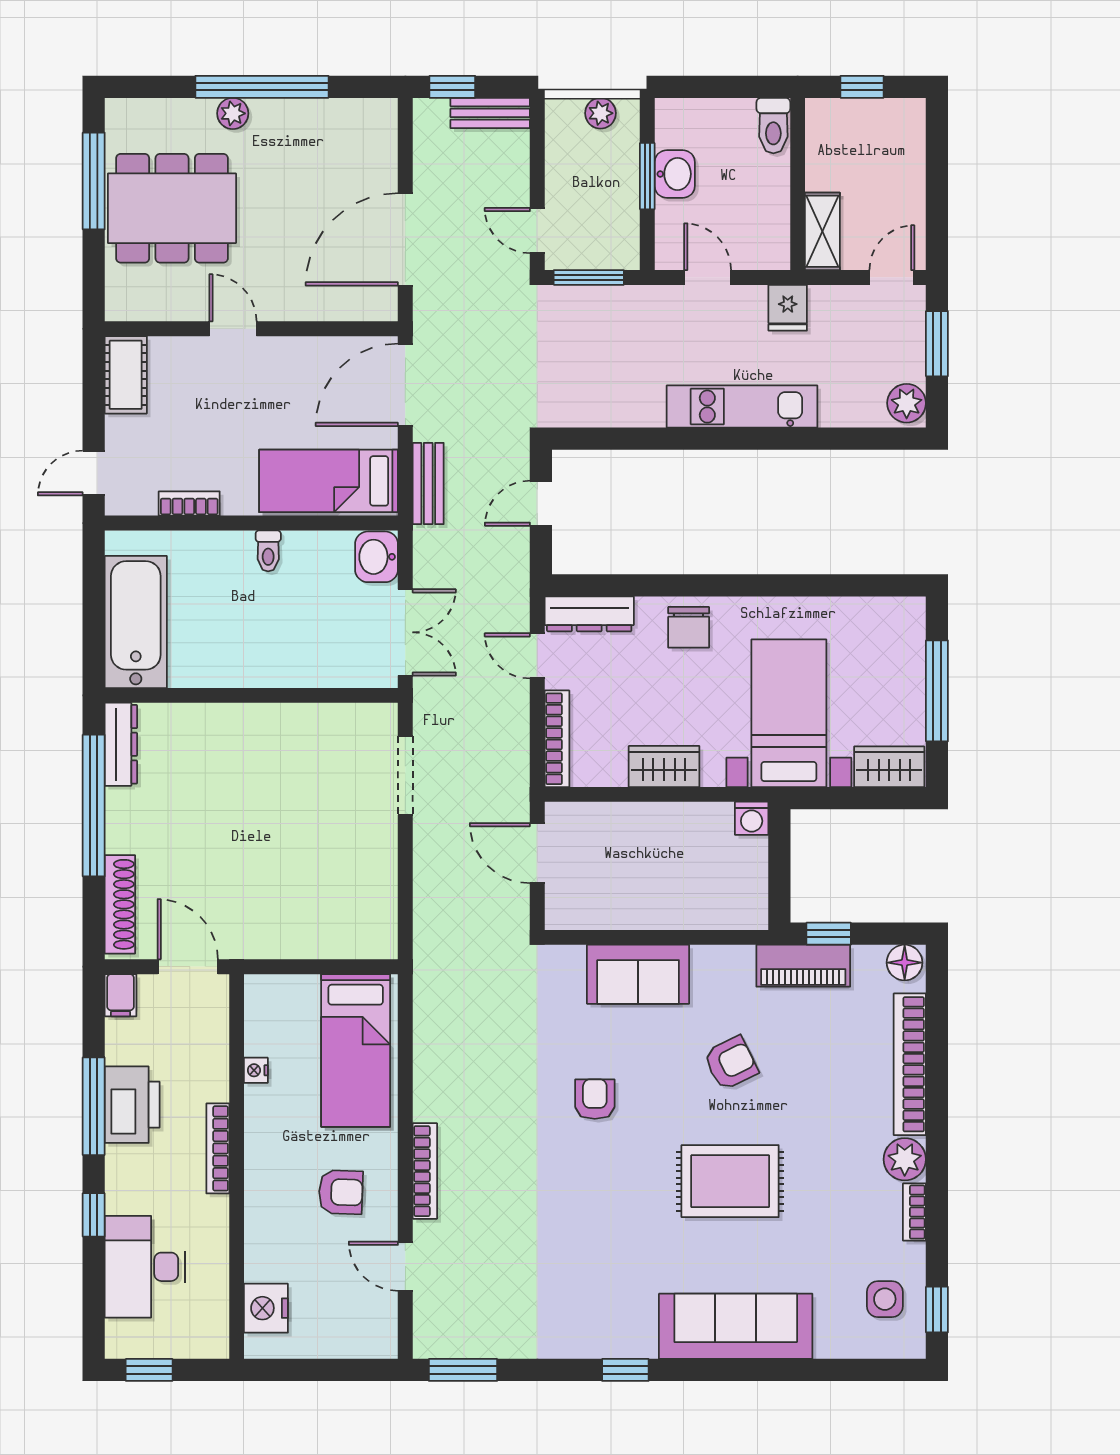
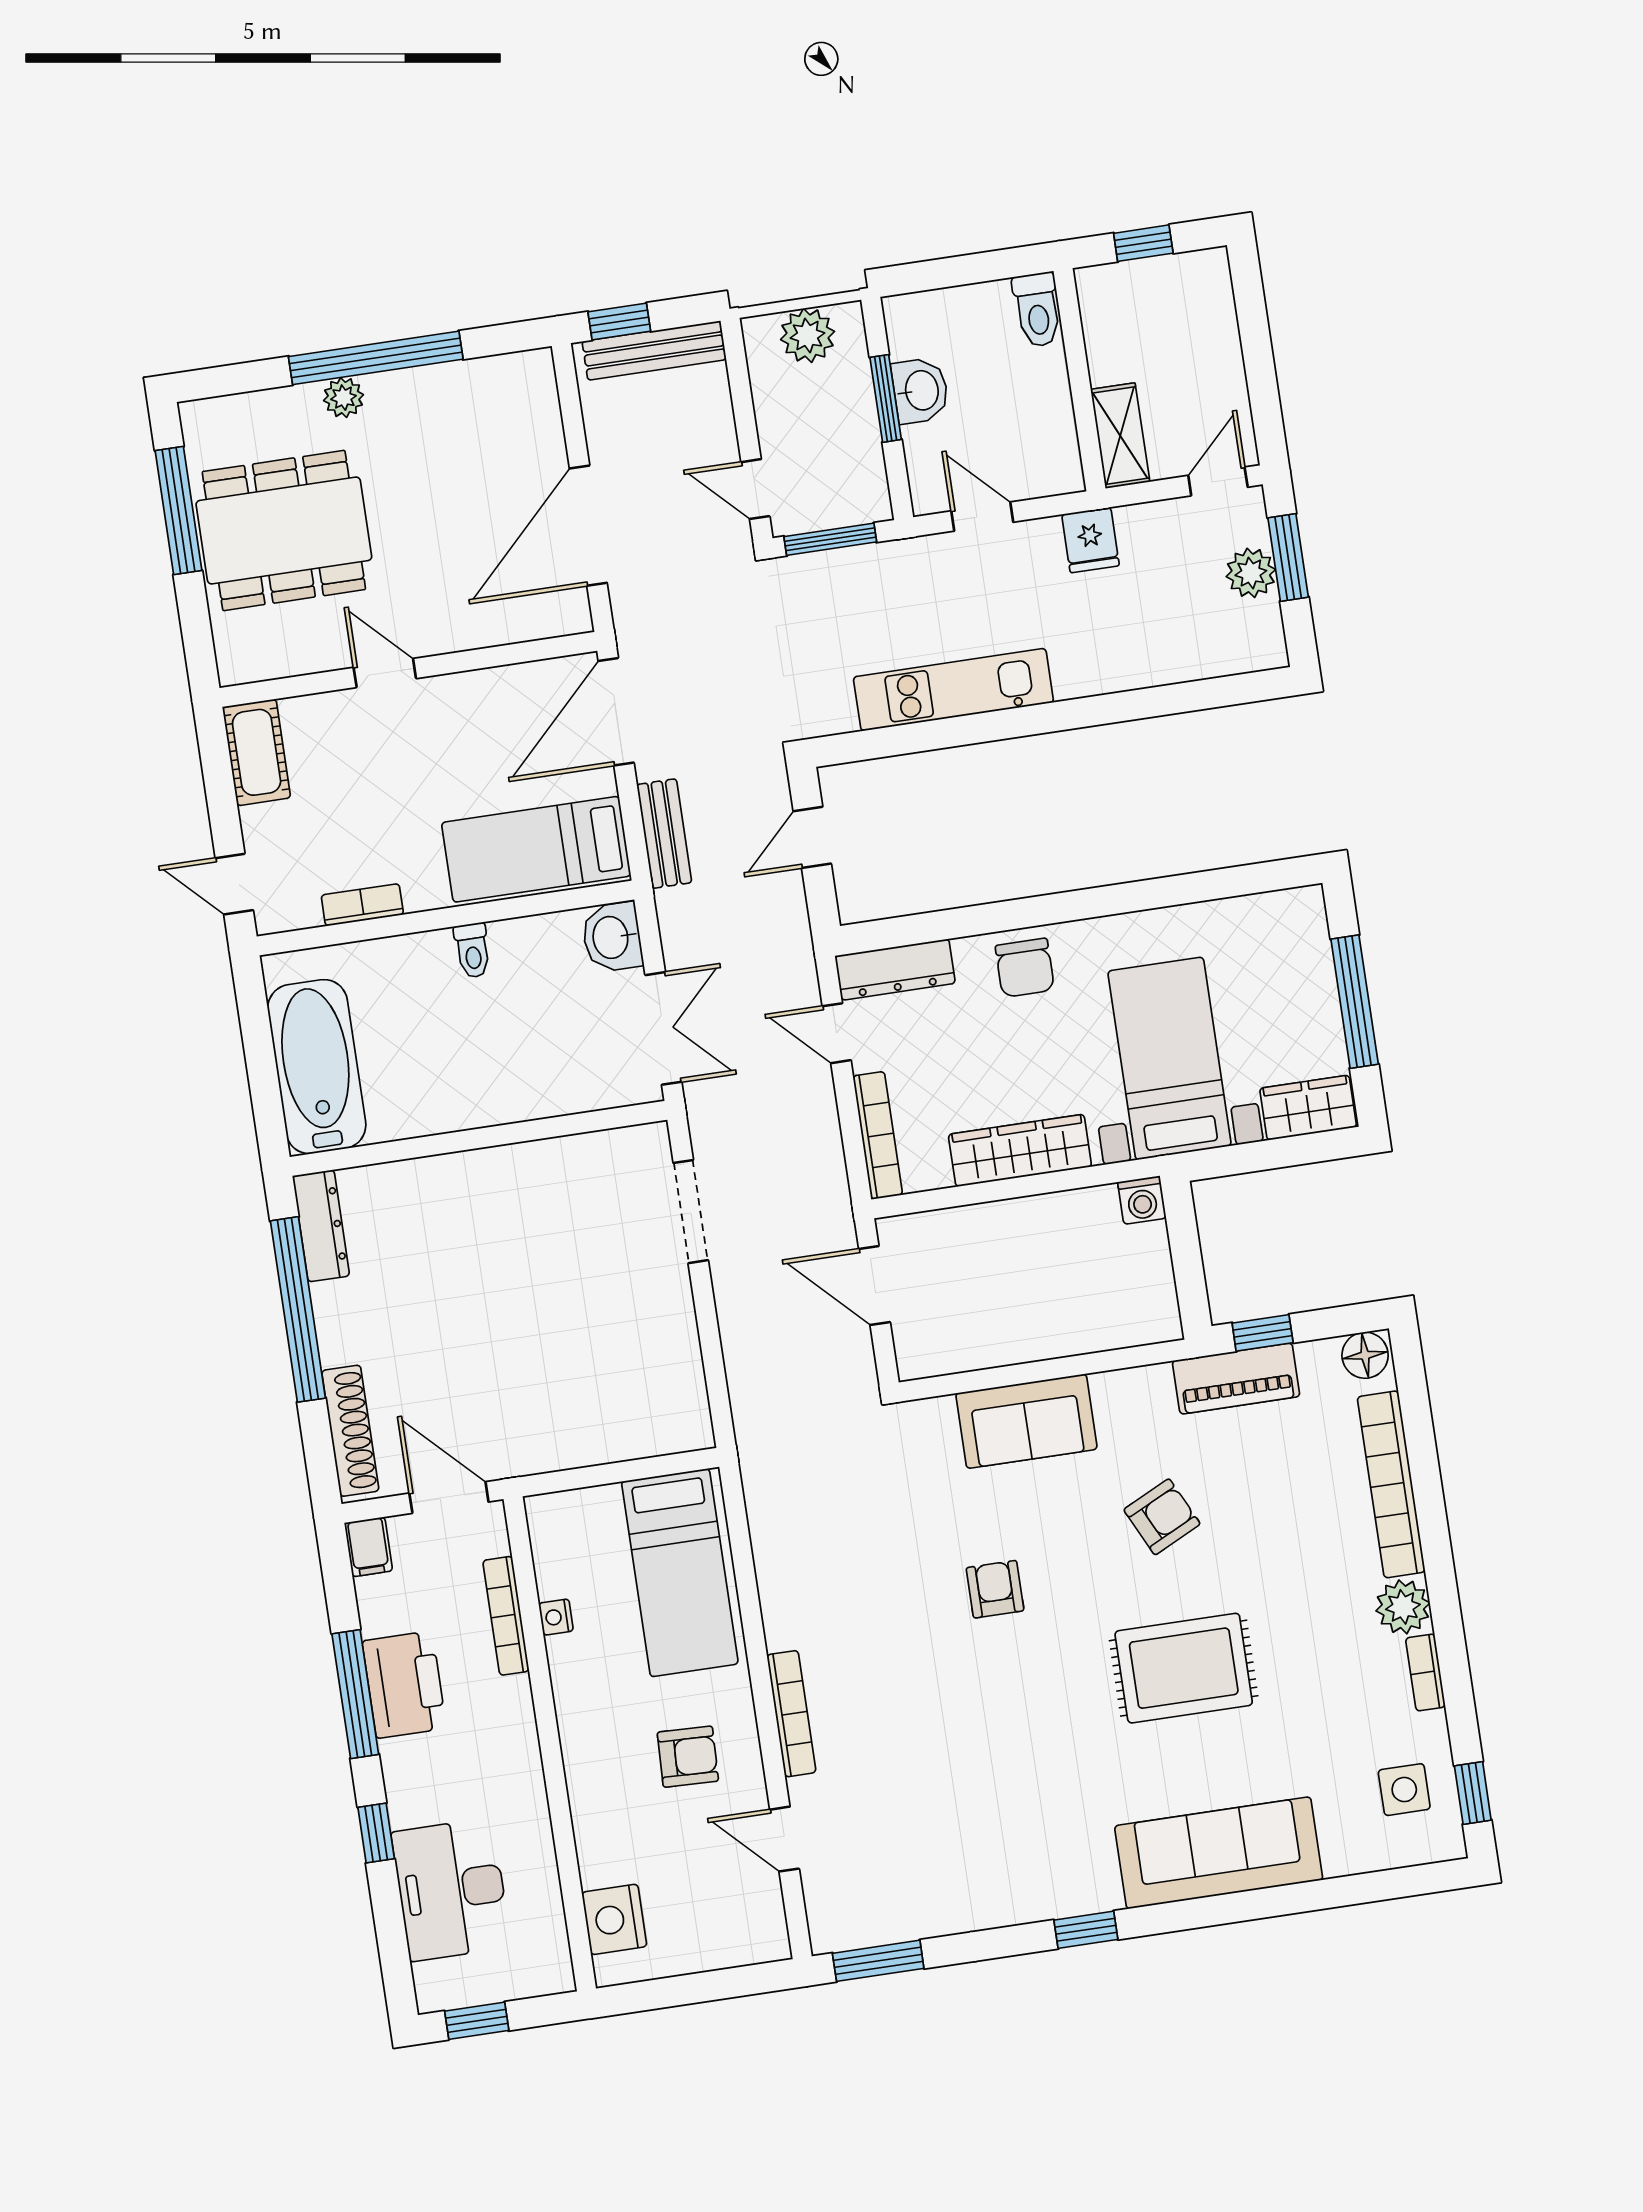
bench: (490, 113) -> (654, 351), width x1.36
plant: (600, 113) -> (808, 335), width x1.38, depth x1.38
plant: (907, 403) -> (1251, 573), moved
kitchen unit: (742, 407) -> (953, 690), moved
door: (94, 473) -> (234, 884), hinge flipped
wardrobe: (664, 767) -> (1020, 1150), width x1.50
bookcase: (218, 1148) -> (506, 1616), moved

